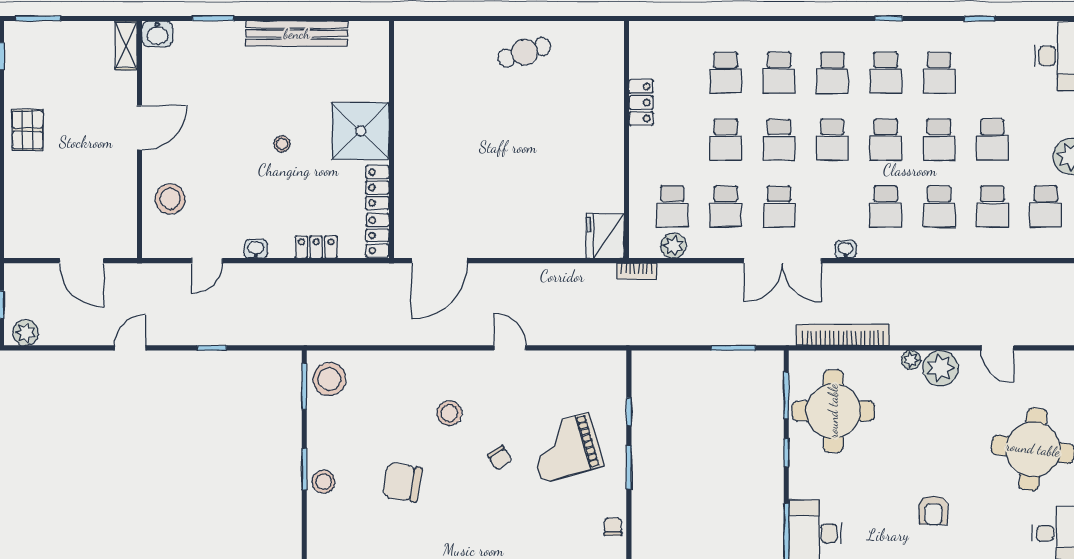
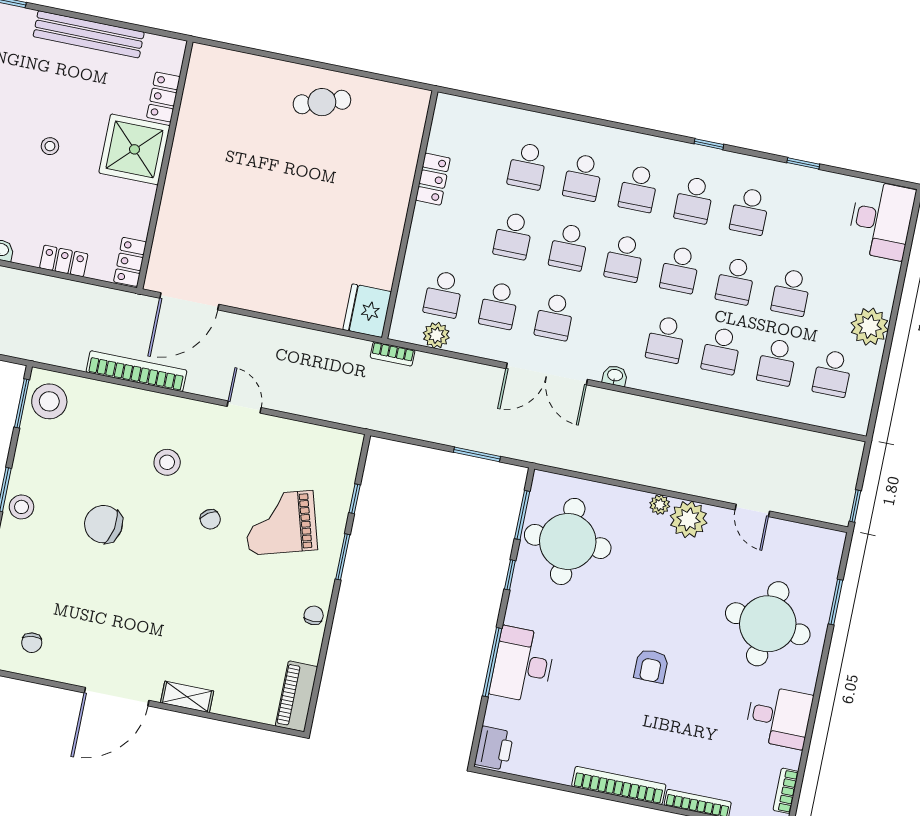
locker: (377, 188) -> (163, 97), moved
bookcase: (843, 335) -> (136, 371), moved

